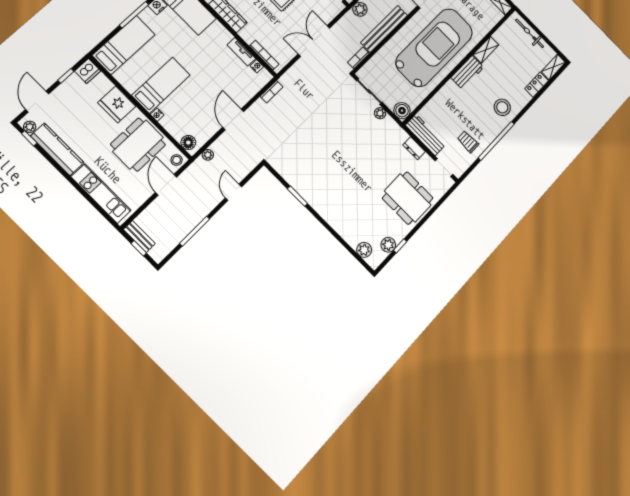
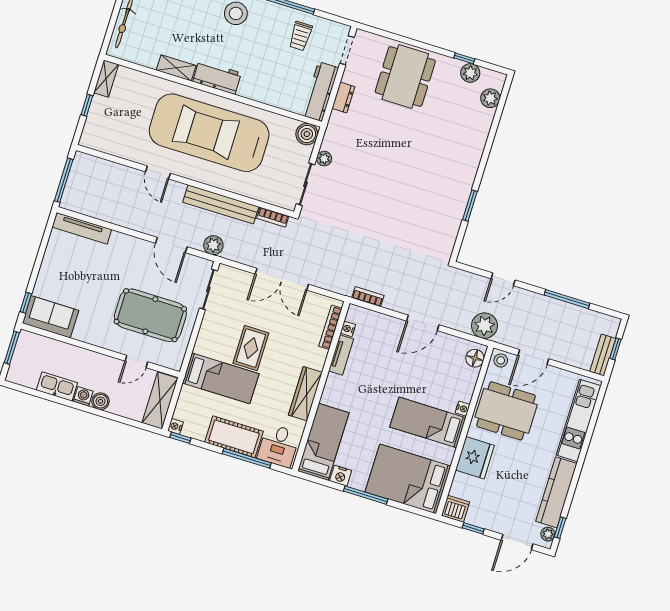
bed: (124, 45) -> (408, 479), width x1.50
plant: (208, 155) -> (484, 326), width x1.88, depth x1.88

